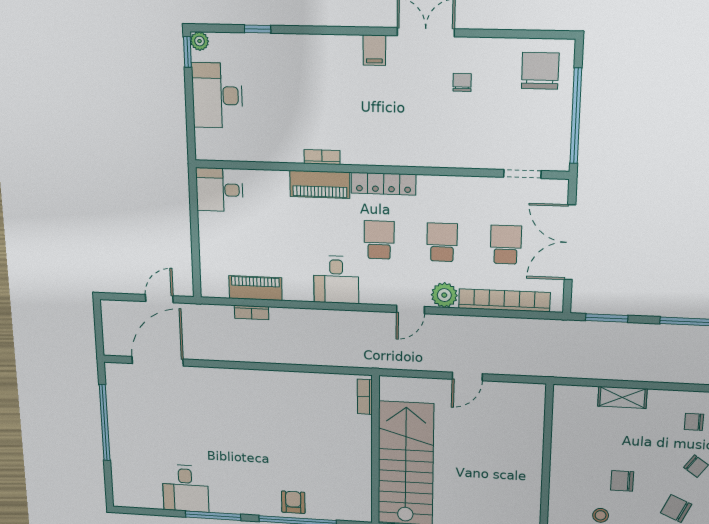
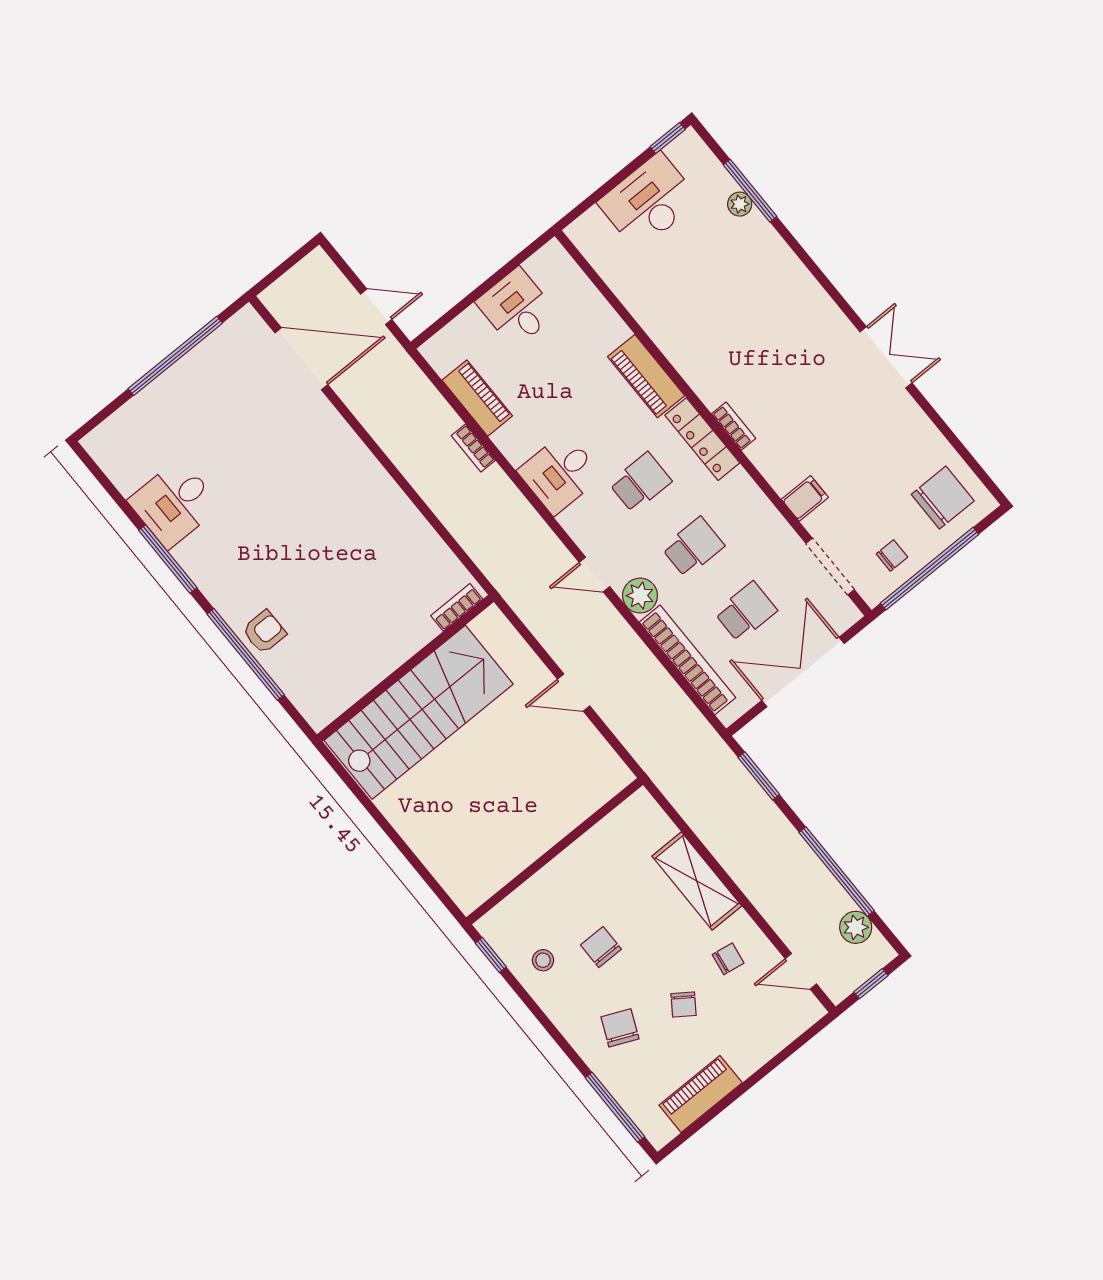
window: (258, 29) -> (750, 191), width x2.17
plant: (200, 41) -> (740, 204), moved
filing cabinet: (374, 50) -> (805, 498), moved, turned 180
chair: (462, 82) -> (892, 555), moved
bookcase: (322, 157) -> (734, 426), moved
doorway: (522, 174) -> (830, 567), width x1.38
desk: (219, 190) -> (516, 308), moved
bookcase: (252, 312) -> (473, 448), moved
shelving: (622, 397) -> (697, 881), width x1.50, depth x1.33
chair: (694, 422) -> (728, 959), turned 99

